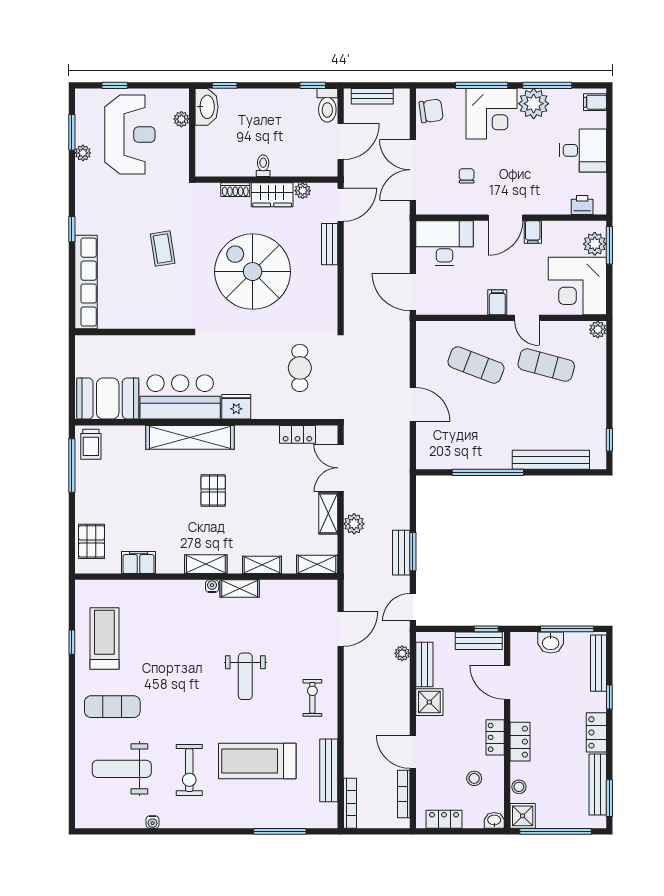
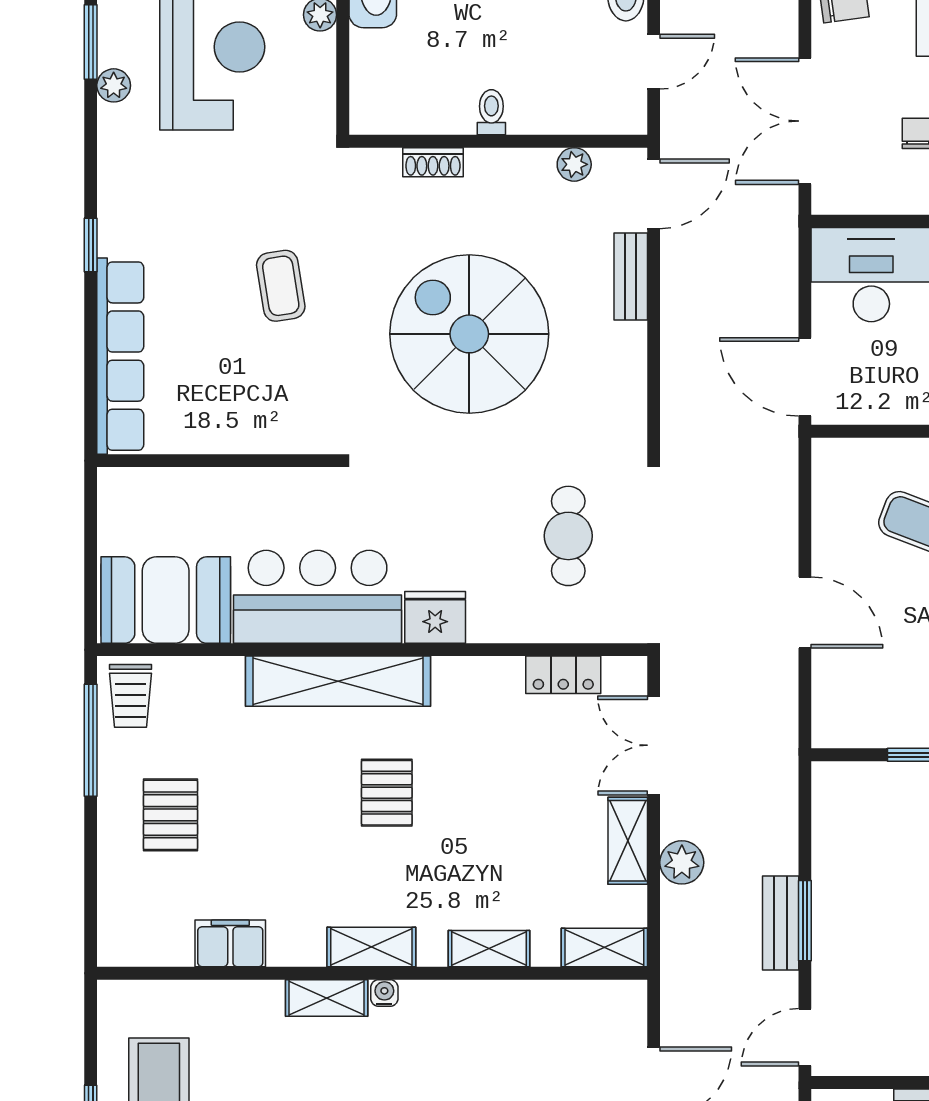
door: (341, 142) -> (654, 62), width x0.73
wardrobe: (272, 195) -> (510, 173), removed
pallet: (92, 541) -> (170, 815), moved
shelving: (240, 588) -> (327, 998), moved

